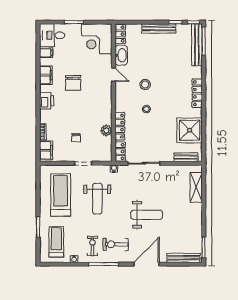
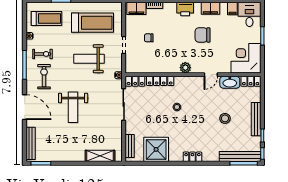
stool: (145, 84) -> (225, 118), moved
locker: (197, 93) -> (192, 157), width x0.66
plant: (106, 130) -> (185, 68), moved

